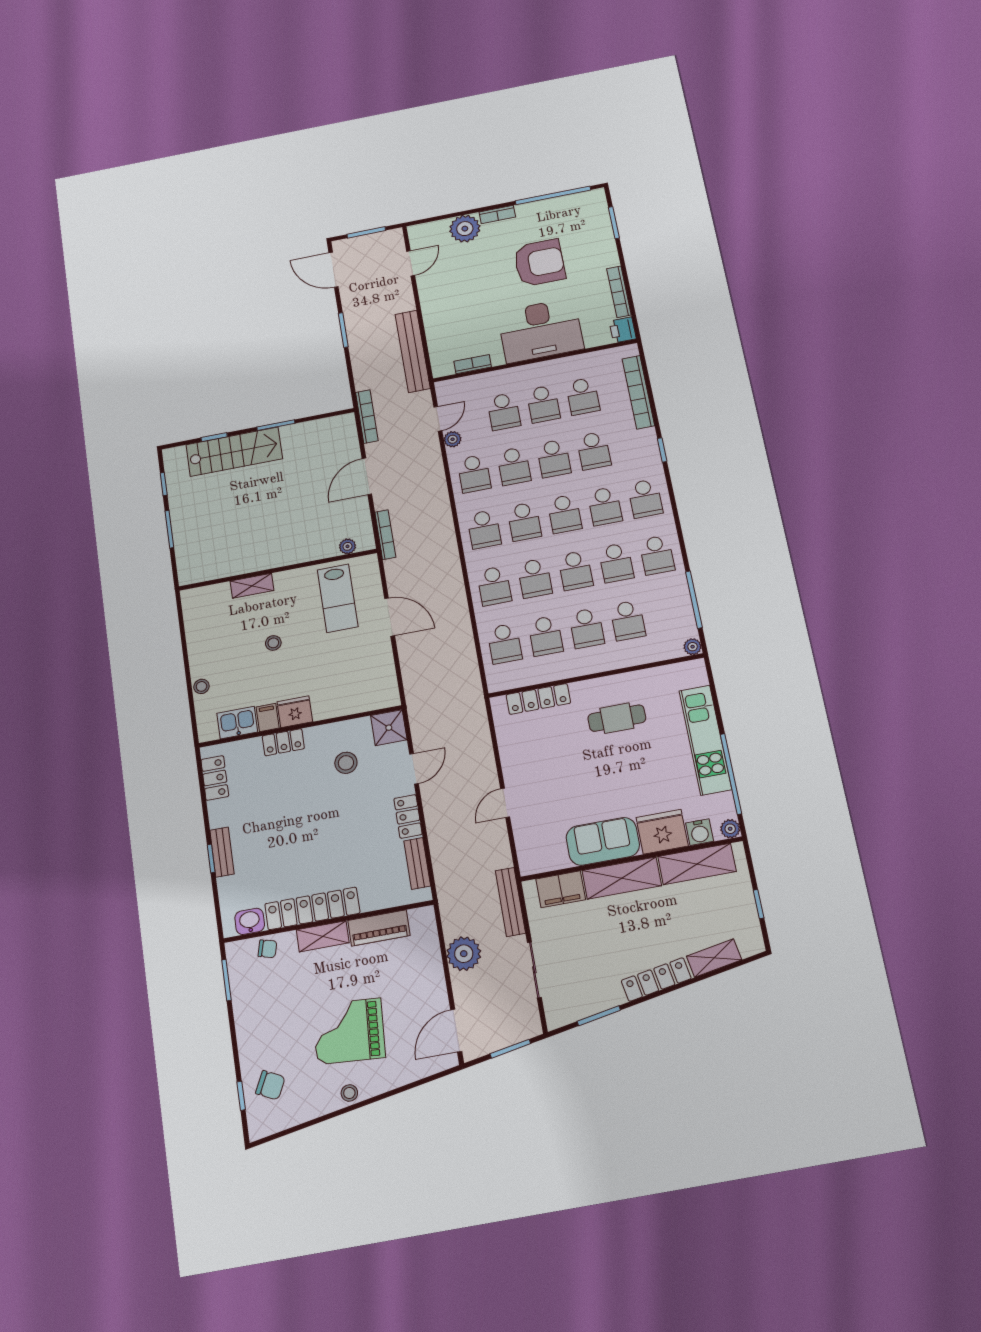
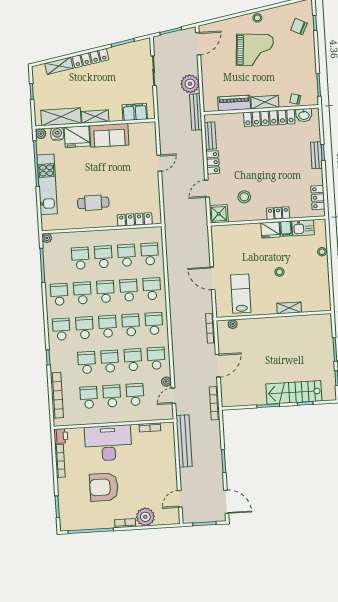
shelving: (622, 878) -> (95, 117), width x0.67, depth x0.75
bench: (510, 902) -> (196, 112), moved

